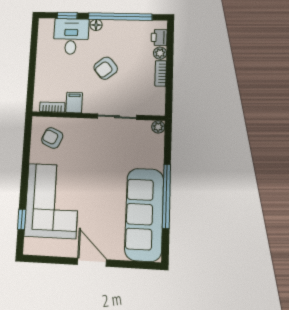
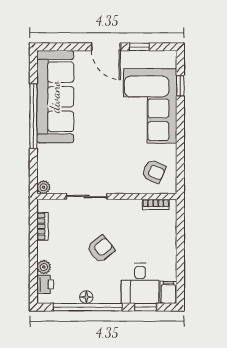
floor lamp: (96, 25) -> (86, 297), moved
bookcase: (161, 73) -> (42, 226), moved
filing cabinet: (74, 103) -> (168, 292), moved, turned 180
window: (59, 260) -> (139, 47), added

